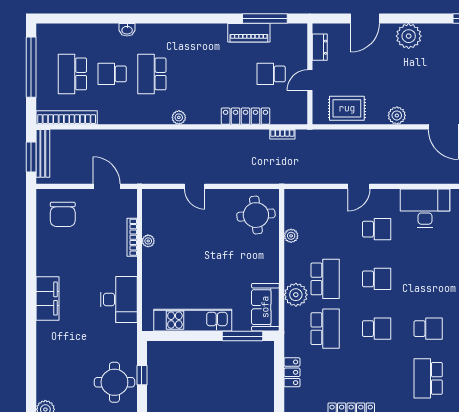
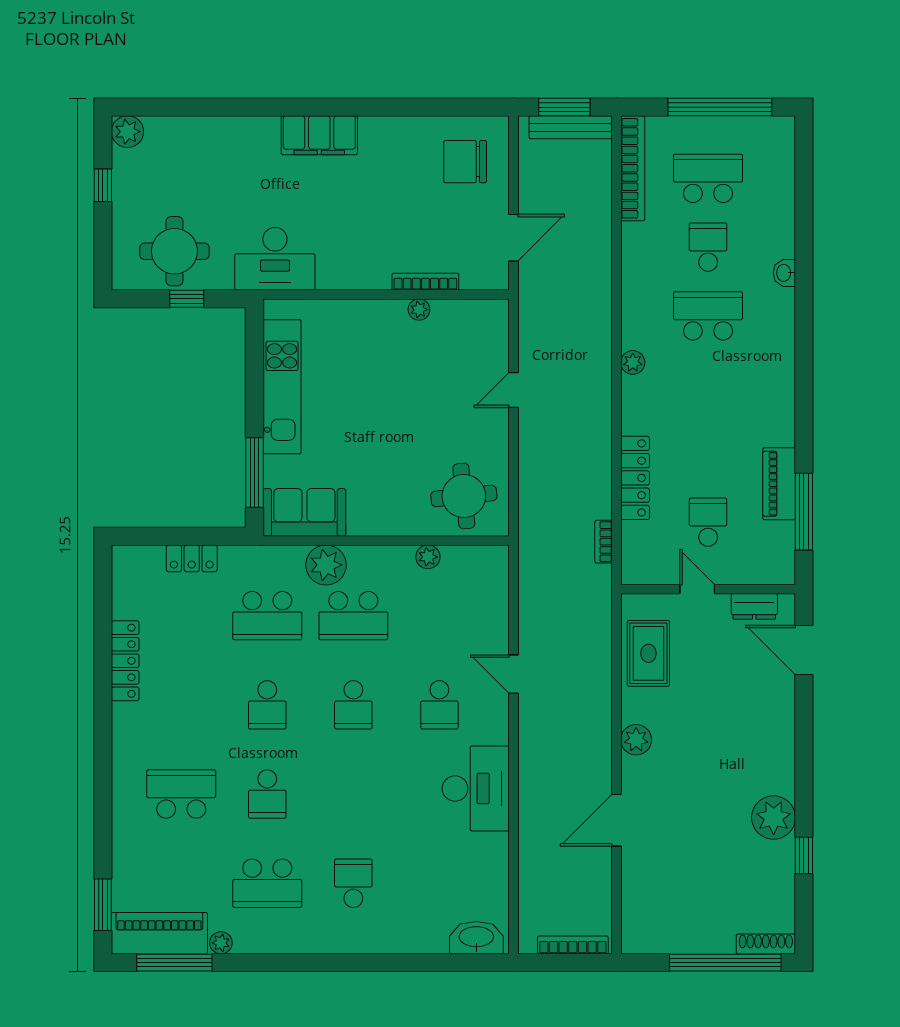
door: (365, 19) -> (804, 650), moved
plant: (409, 36) -> (774, 818), moved
desk: (119, 299) -> (275, 259), moved

